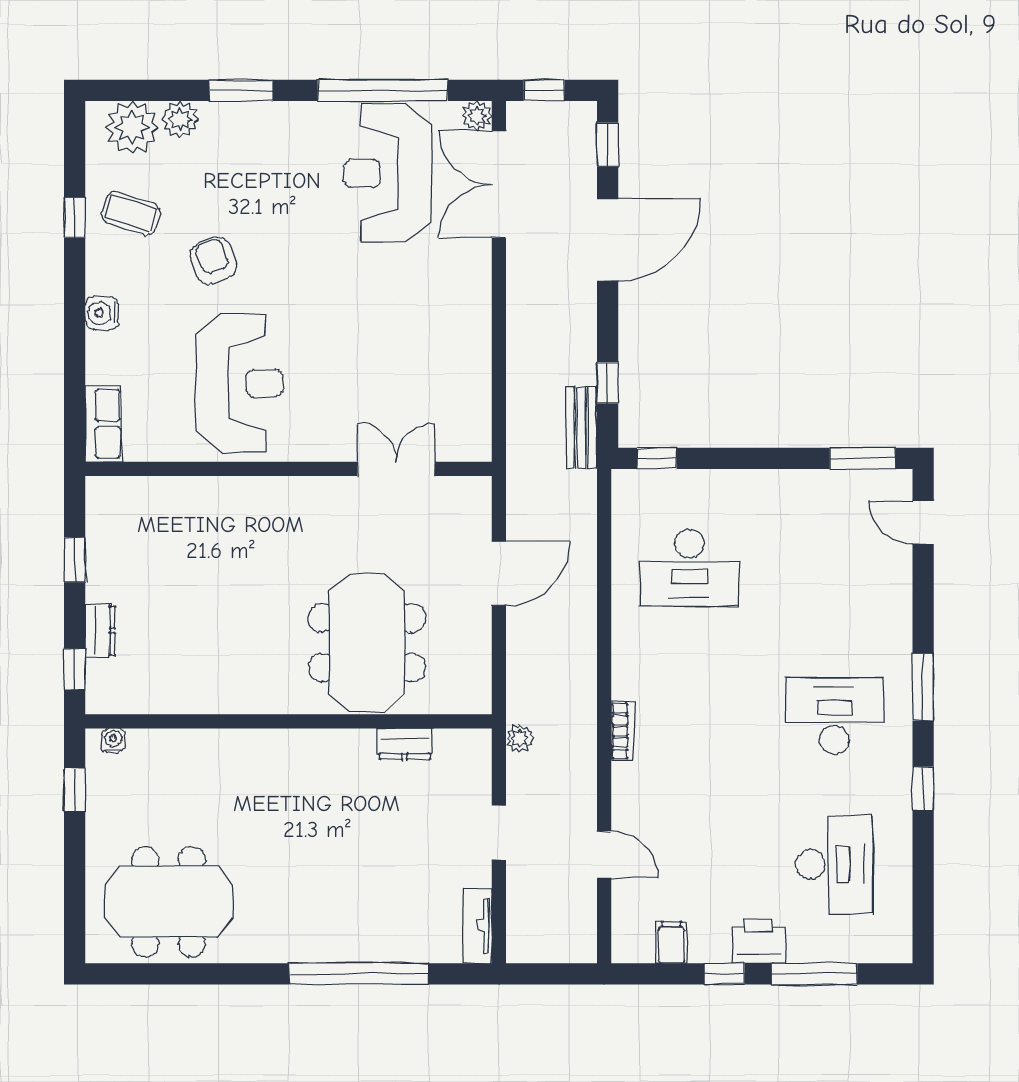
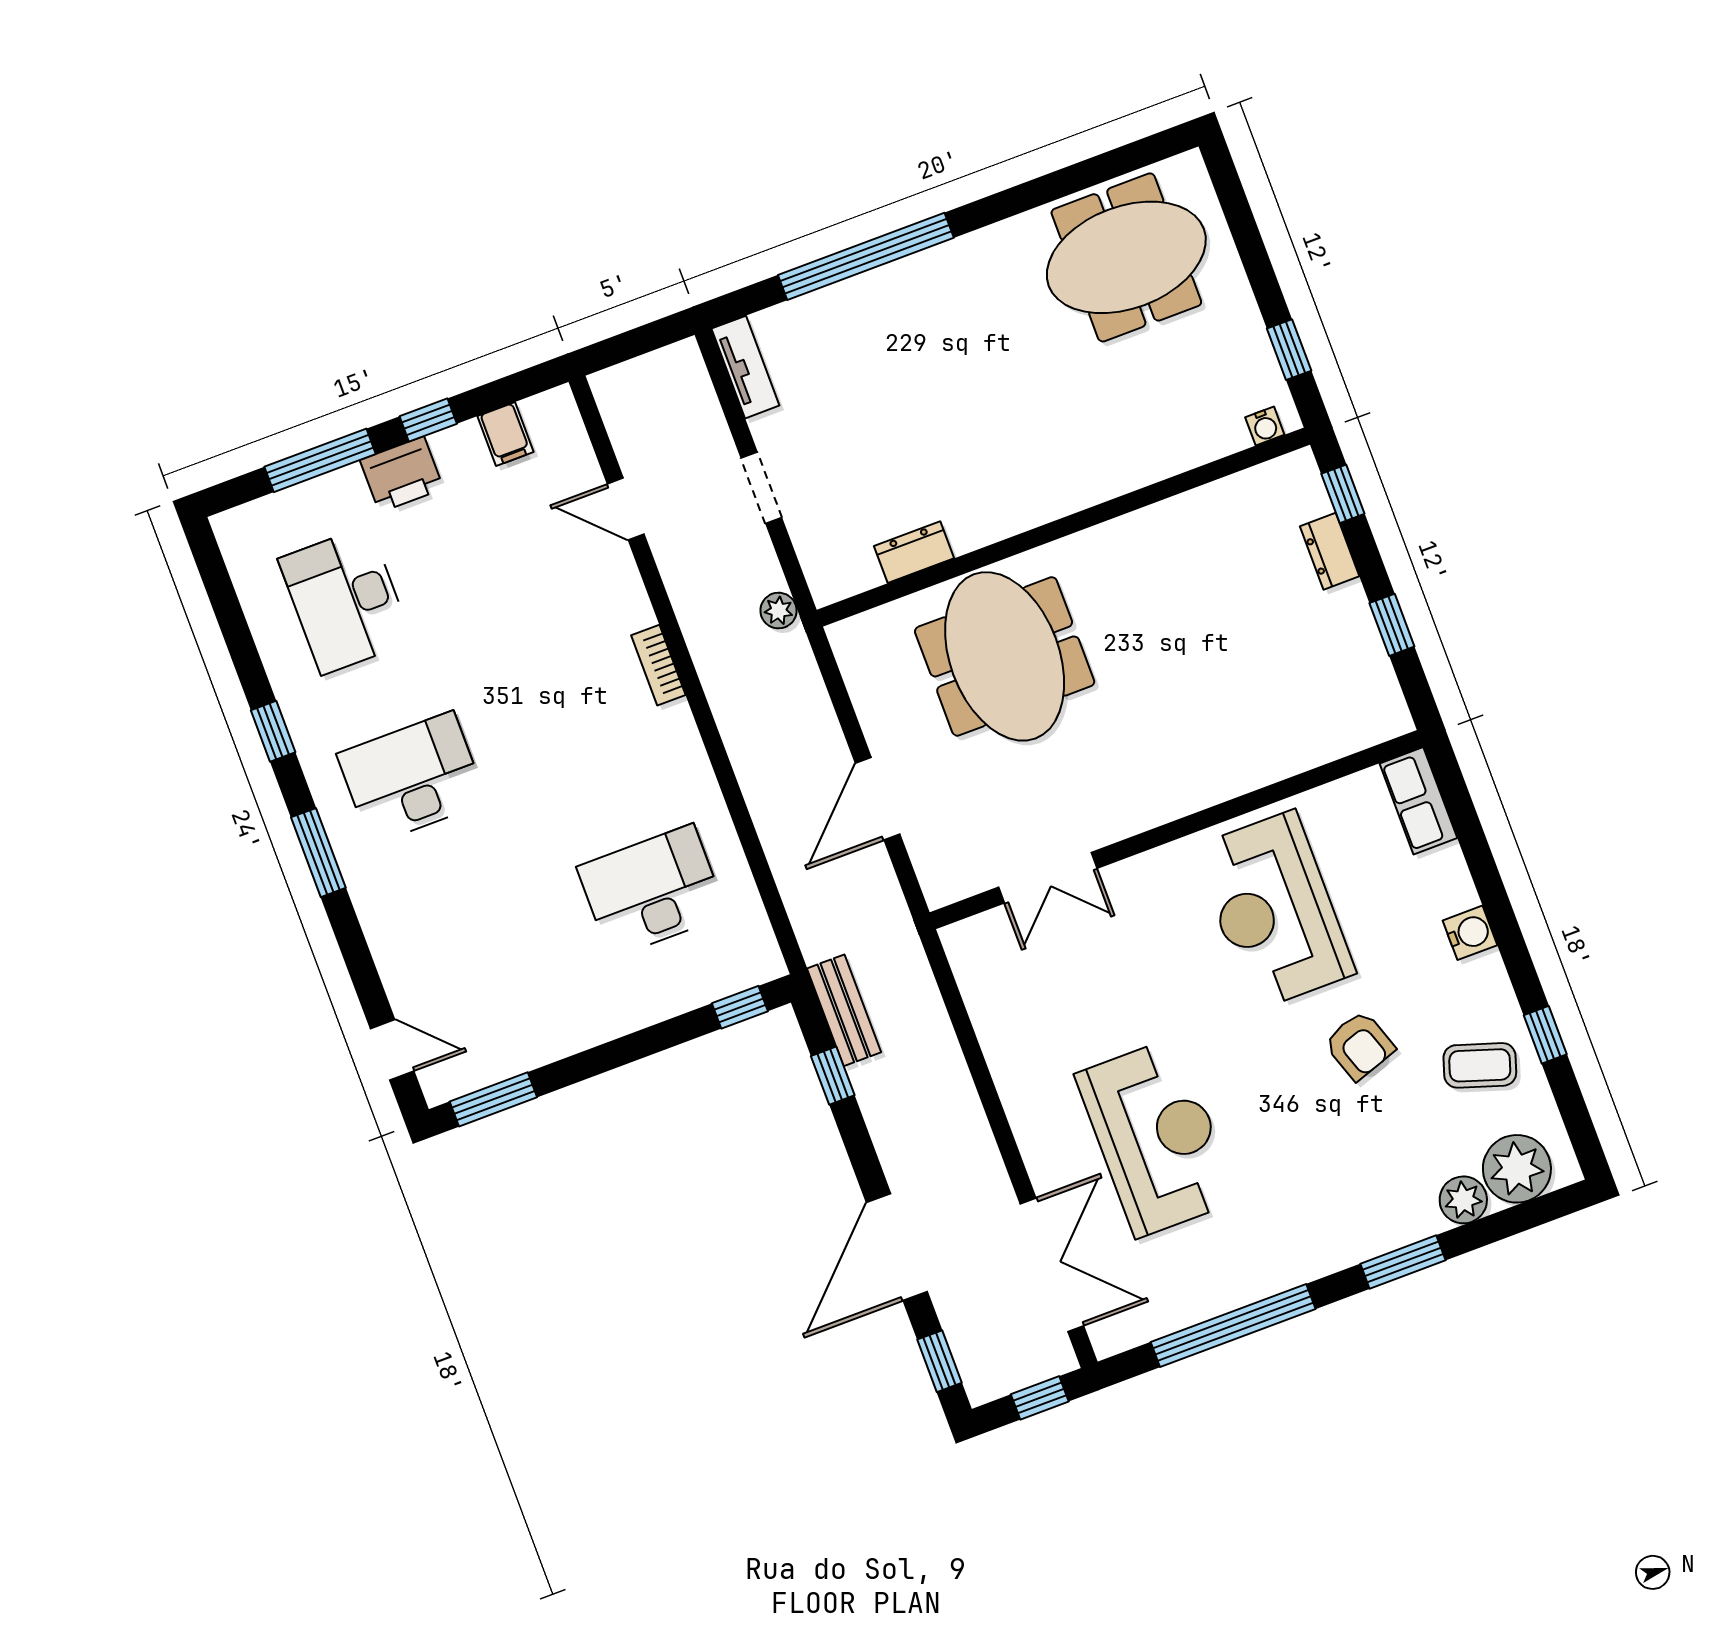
plant: (477, 116) -> (1109, 1337), removed
reception desk: (387, 173) -> (1157, 1137), moved
desk: (834, 716) -> (412, 778), turned 180

